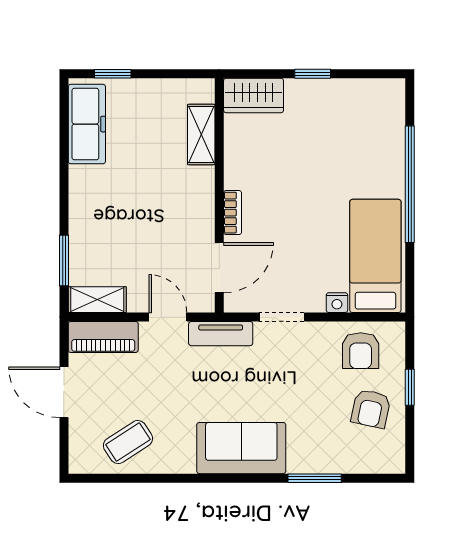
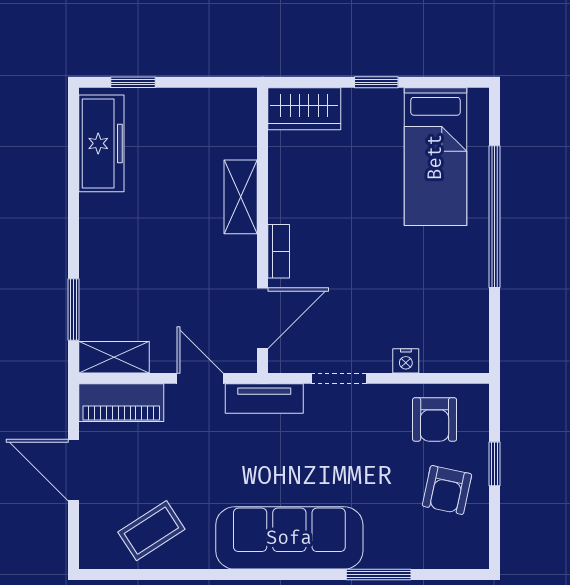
shelving: (201, 135) -> (241, 197), moved
bed: (375, 256) -> (435, 157), moved, turned 180
sofa: (241, 448) -> (289, 538), width x1.36

